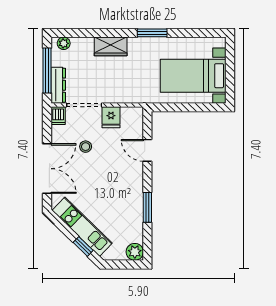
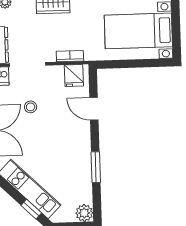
bookcase: (126, 98) -> (70, 56), added
fridge: (111, 117) -> (74, 76), moved

